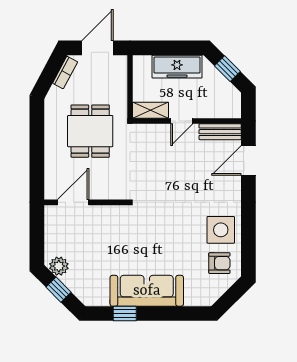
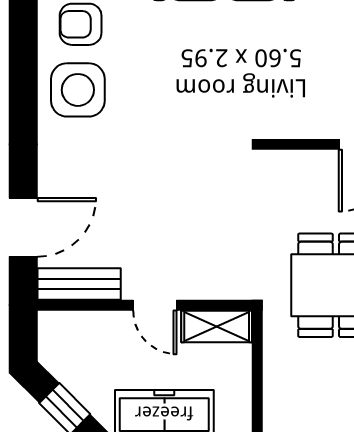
door: (182, 121) -> (155, 305), swing flipped

